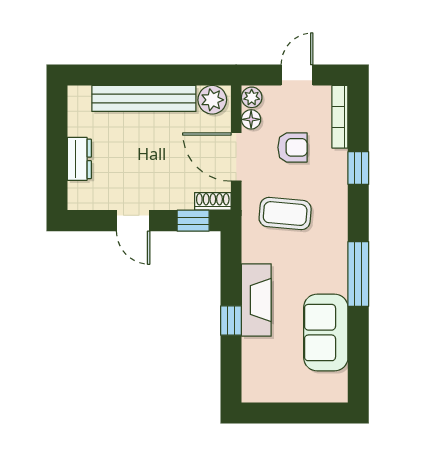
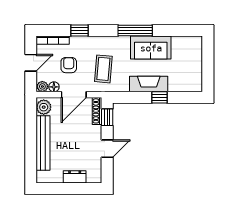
door: (297, 75) -> (31, 63), swing flipped
shoe rack: (213, 201) -> (97, 111), width x1.43
sofa: (326, 333) -> (151, 48), moved

